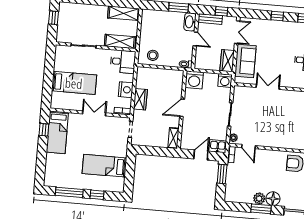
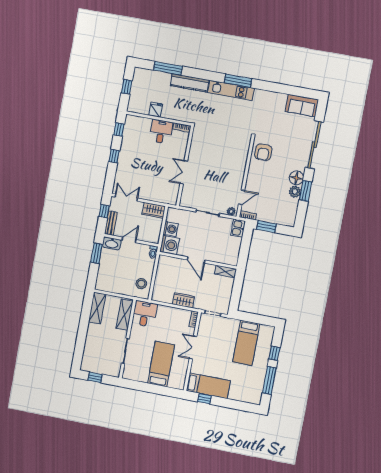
sofa: (245, 61) -> (156, 192), removed
washing machine: (225, 80) -> (171, 229), moved
nightstand: (126, 90) -> (173, 314), removed
door: (201, 155) -> (245, 246), removed

